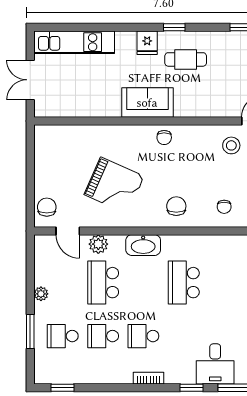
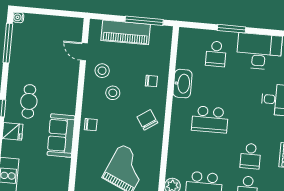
stool: (205, 161) -> (113, 93), added
chair: (176, 206) -> (147, 120), turned 56
washbasin: (143, 245) -> (183, 84), moved

